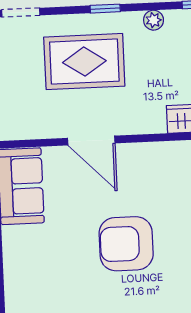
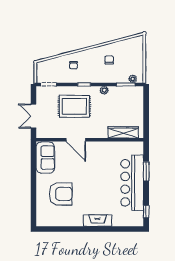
armchair: (126, 244) -> (61, 194), moved, turned 180

